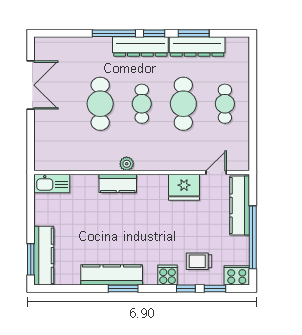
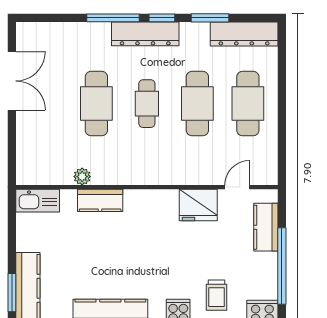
dresser: (197, 46) -> (244, 34), moved
cafe table: (225, 104) -> (248, 104), width x1.37, depth x1.35
plant: (127, 164) -> (82, 177), moved
kitchen counter: (118, 183) -> (100, 200), moved
kitchen counter: (240, 205) -> (266, 227), width x0.67
trolley: (199, 261) -> (217, 295), turned -90

